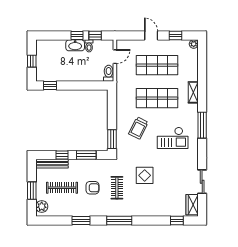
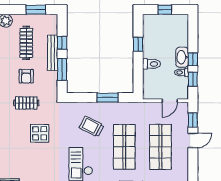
window: (175, 36) -> (193, 120), moved
door: (115, 57) -> (170, 101), hinge flipped
toilet: (109, 73) -> (151, 64), moved
window: (50, 86) -> (138, 44), moved
window: (112, 139) -> (108, 98), moved
bench: (52, 164) -> (53, 53), moved
window: (32, 191) -> (36, 10), moved

